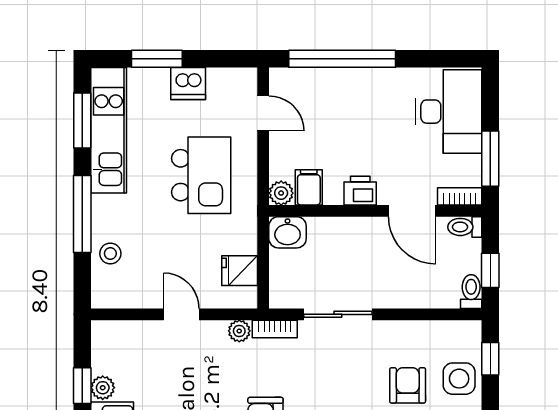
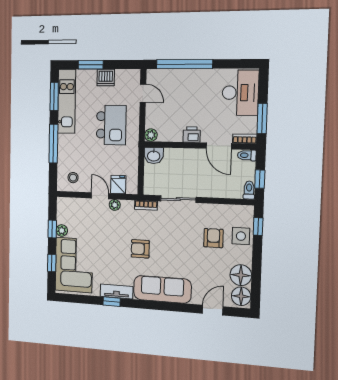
filing cabinet: (309, 187) -> (165, 132), removed
stool: (110, 254) -> (73, 178), moved
fridge: (240, 271) -> (118, 185), moved, turned 90
plant: (239, 331) -> (115, 205), moved

